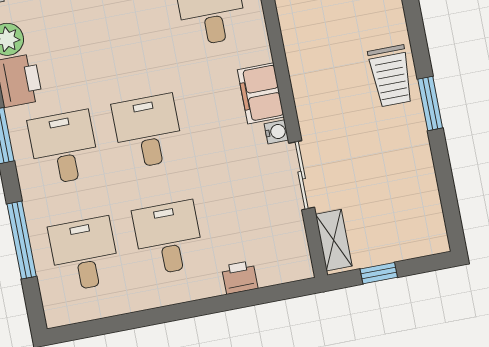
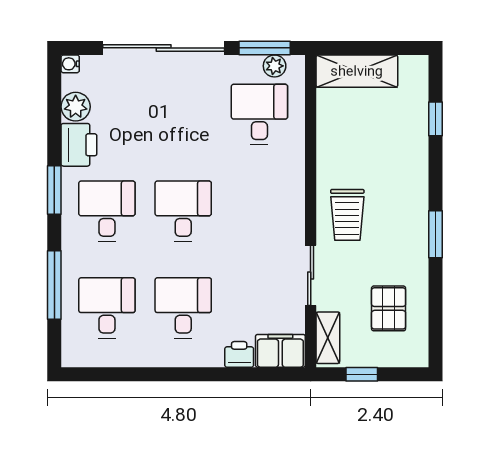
trolley: (391, 76) -> (347, 215), moved
filing cabinet: (261, 93) -> (280, 351), moved, turned 90
water cooler: (276, 132) -> (296, 233), removed
pallet: (394, 195) -> (389, 308), added

